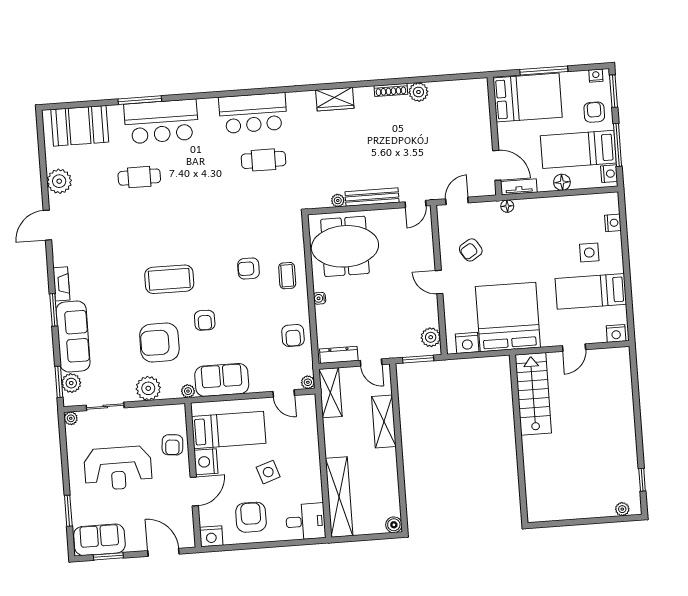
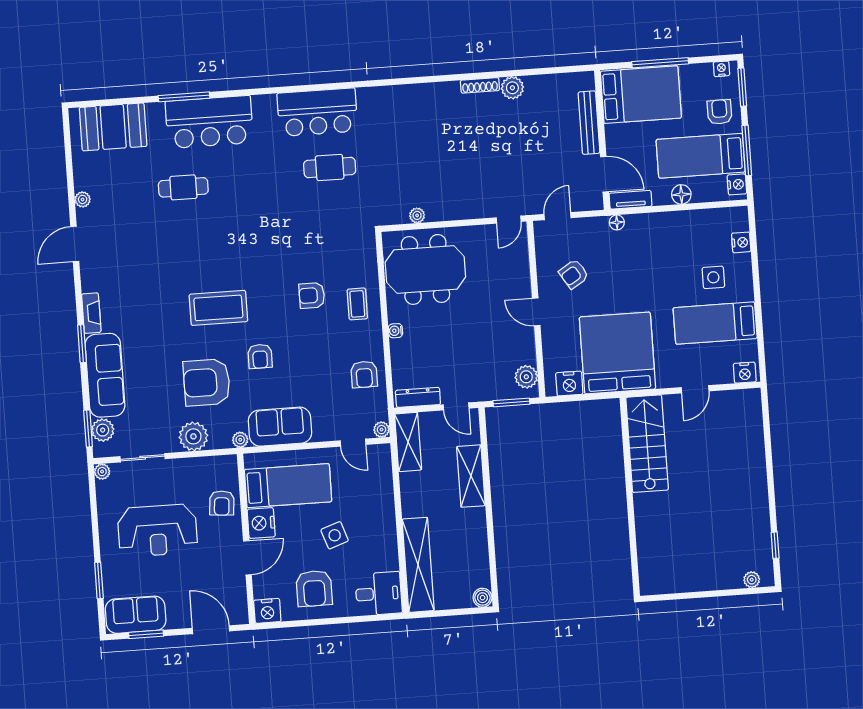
wardrobe: (335, 99) -> (414, 96), removed
plant: (59, 181) -> (83, 199), width x0.53, depth x0.53
bench: (372, 197) -> (589, 123), moved, turned 90
armchair: (251, 517) -> (314, 588), turned 180

